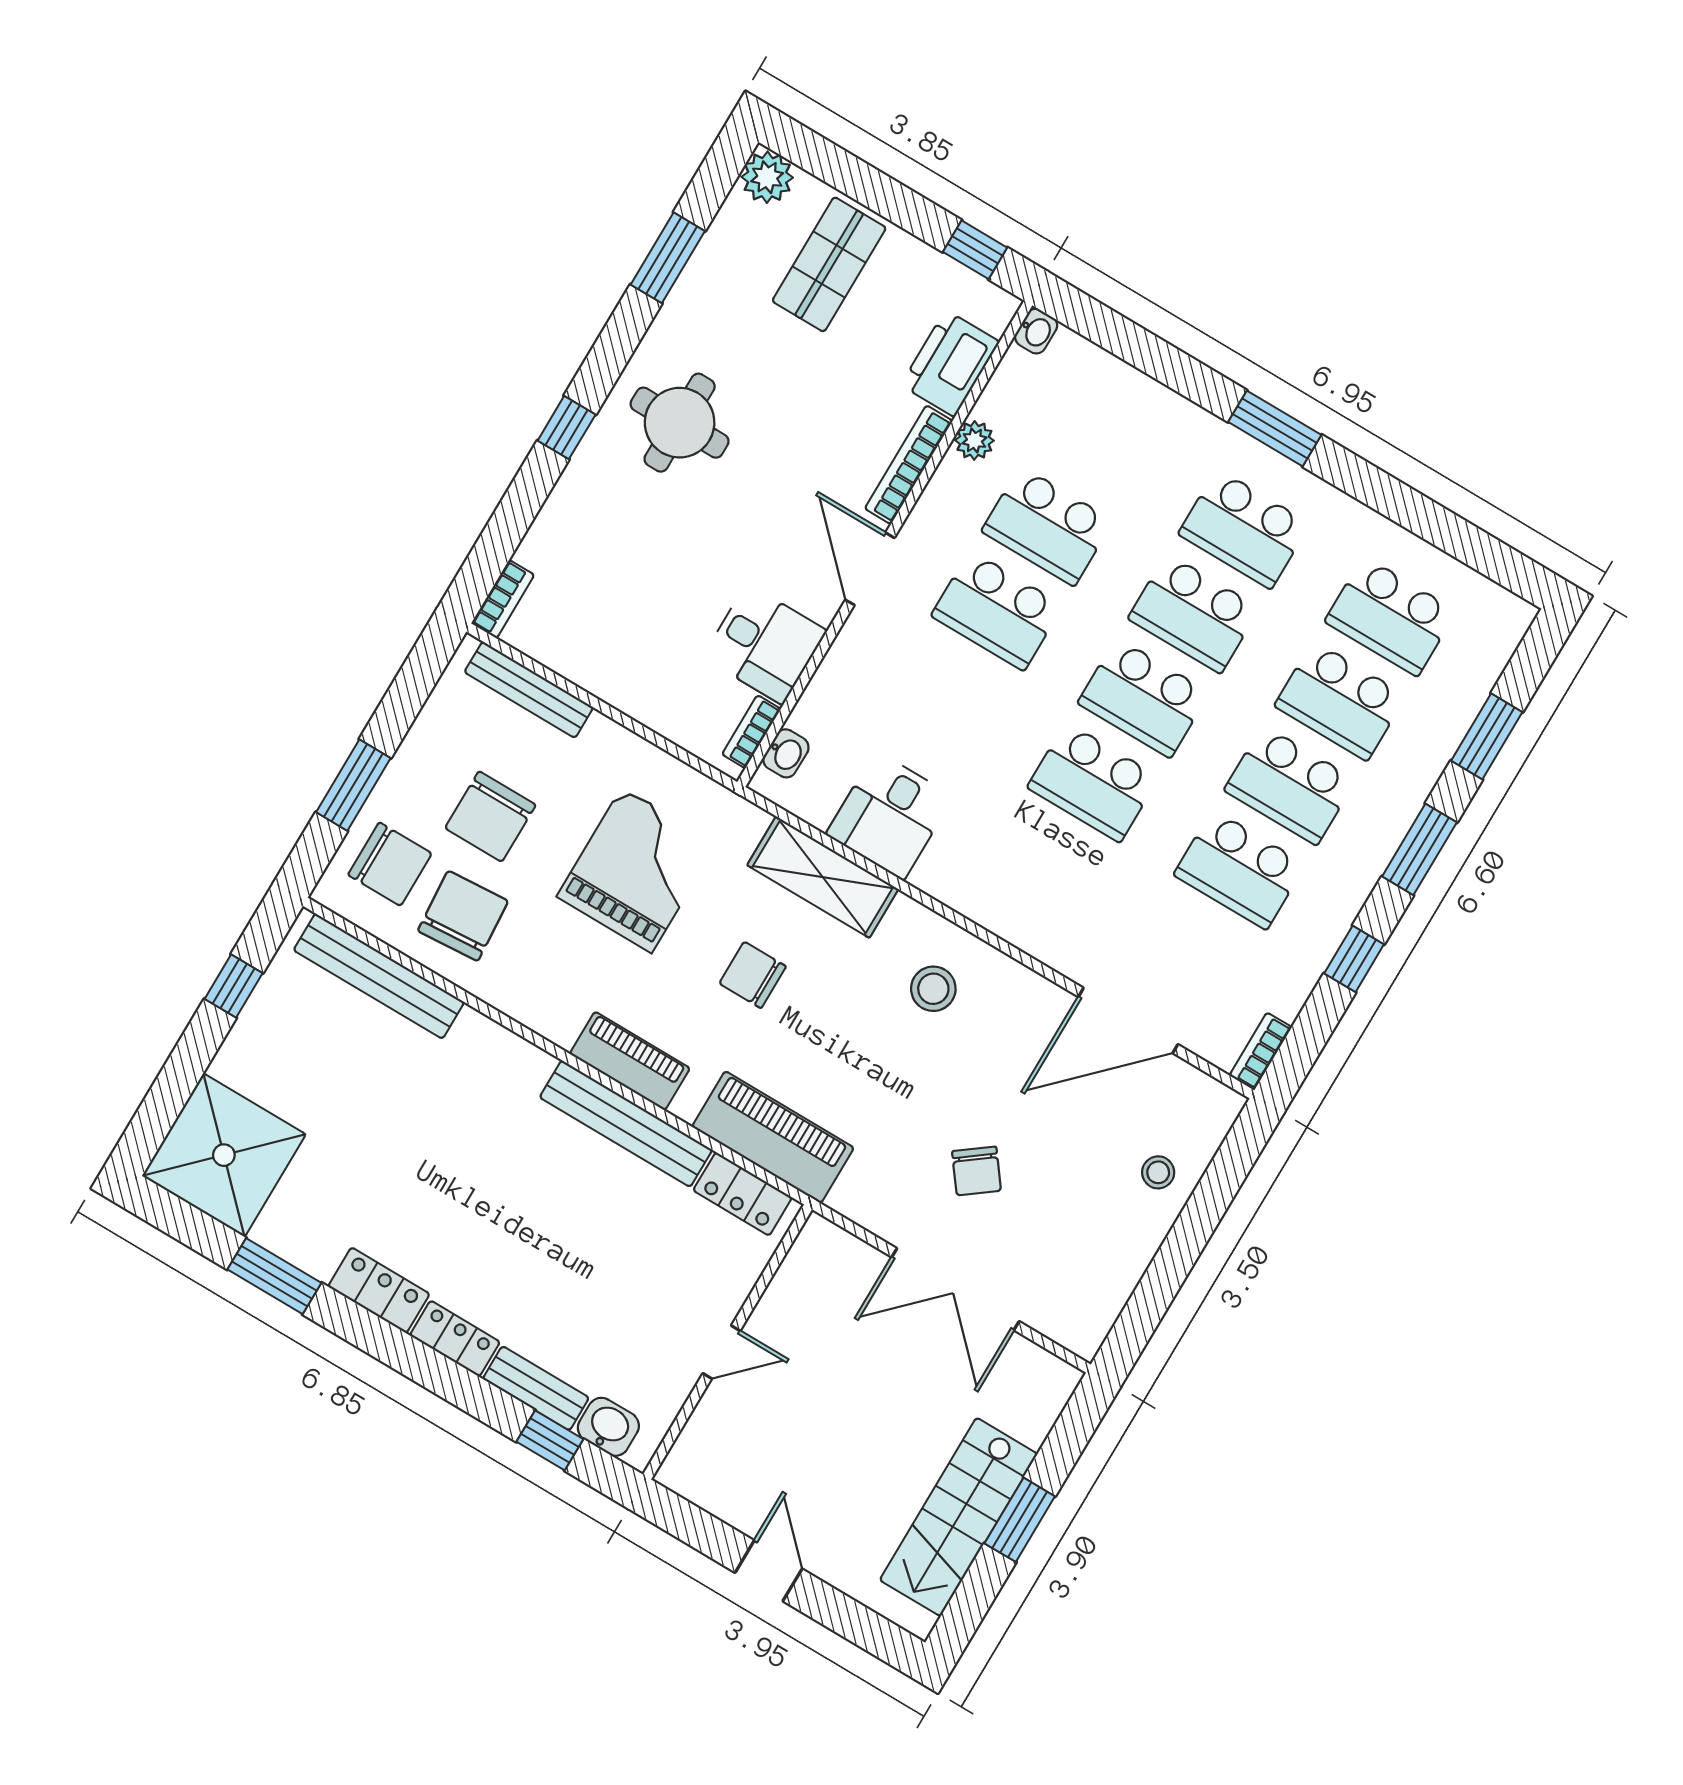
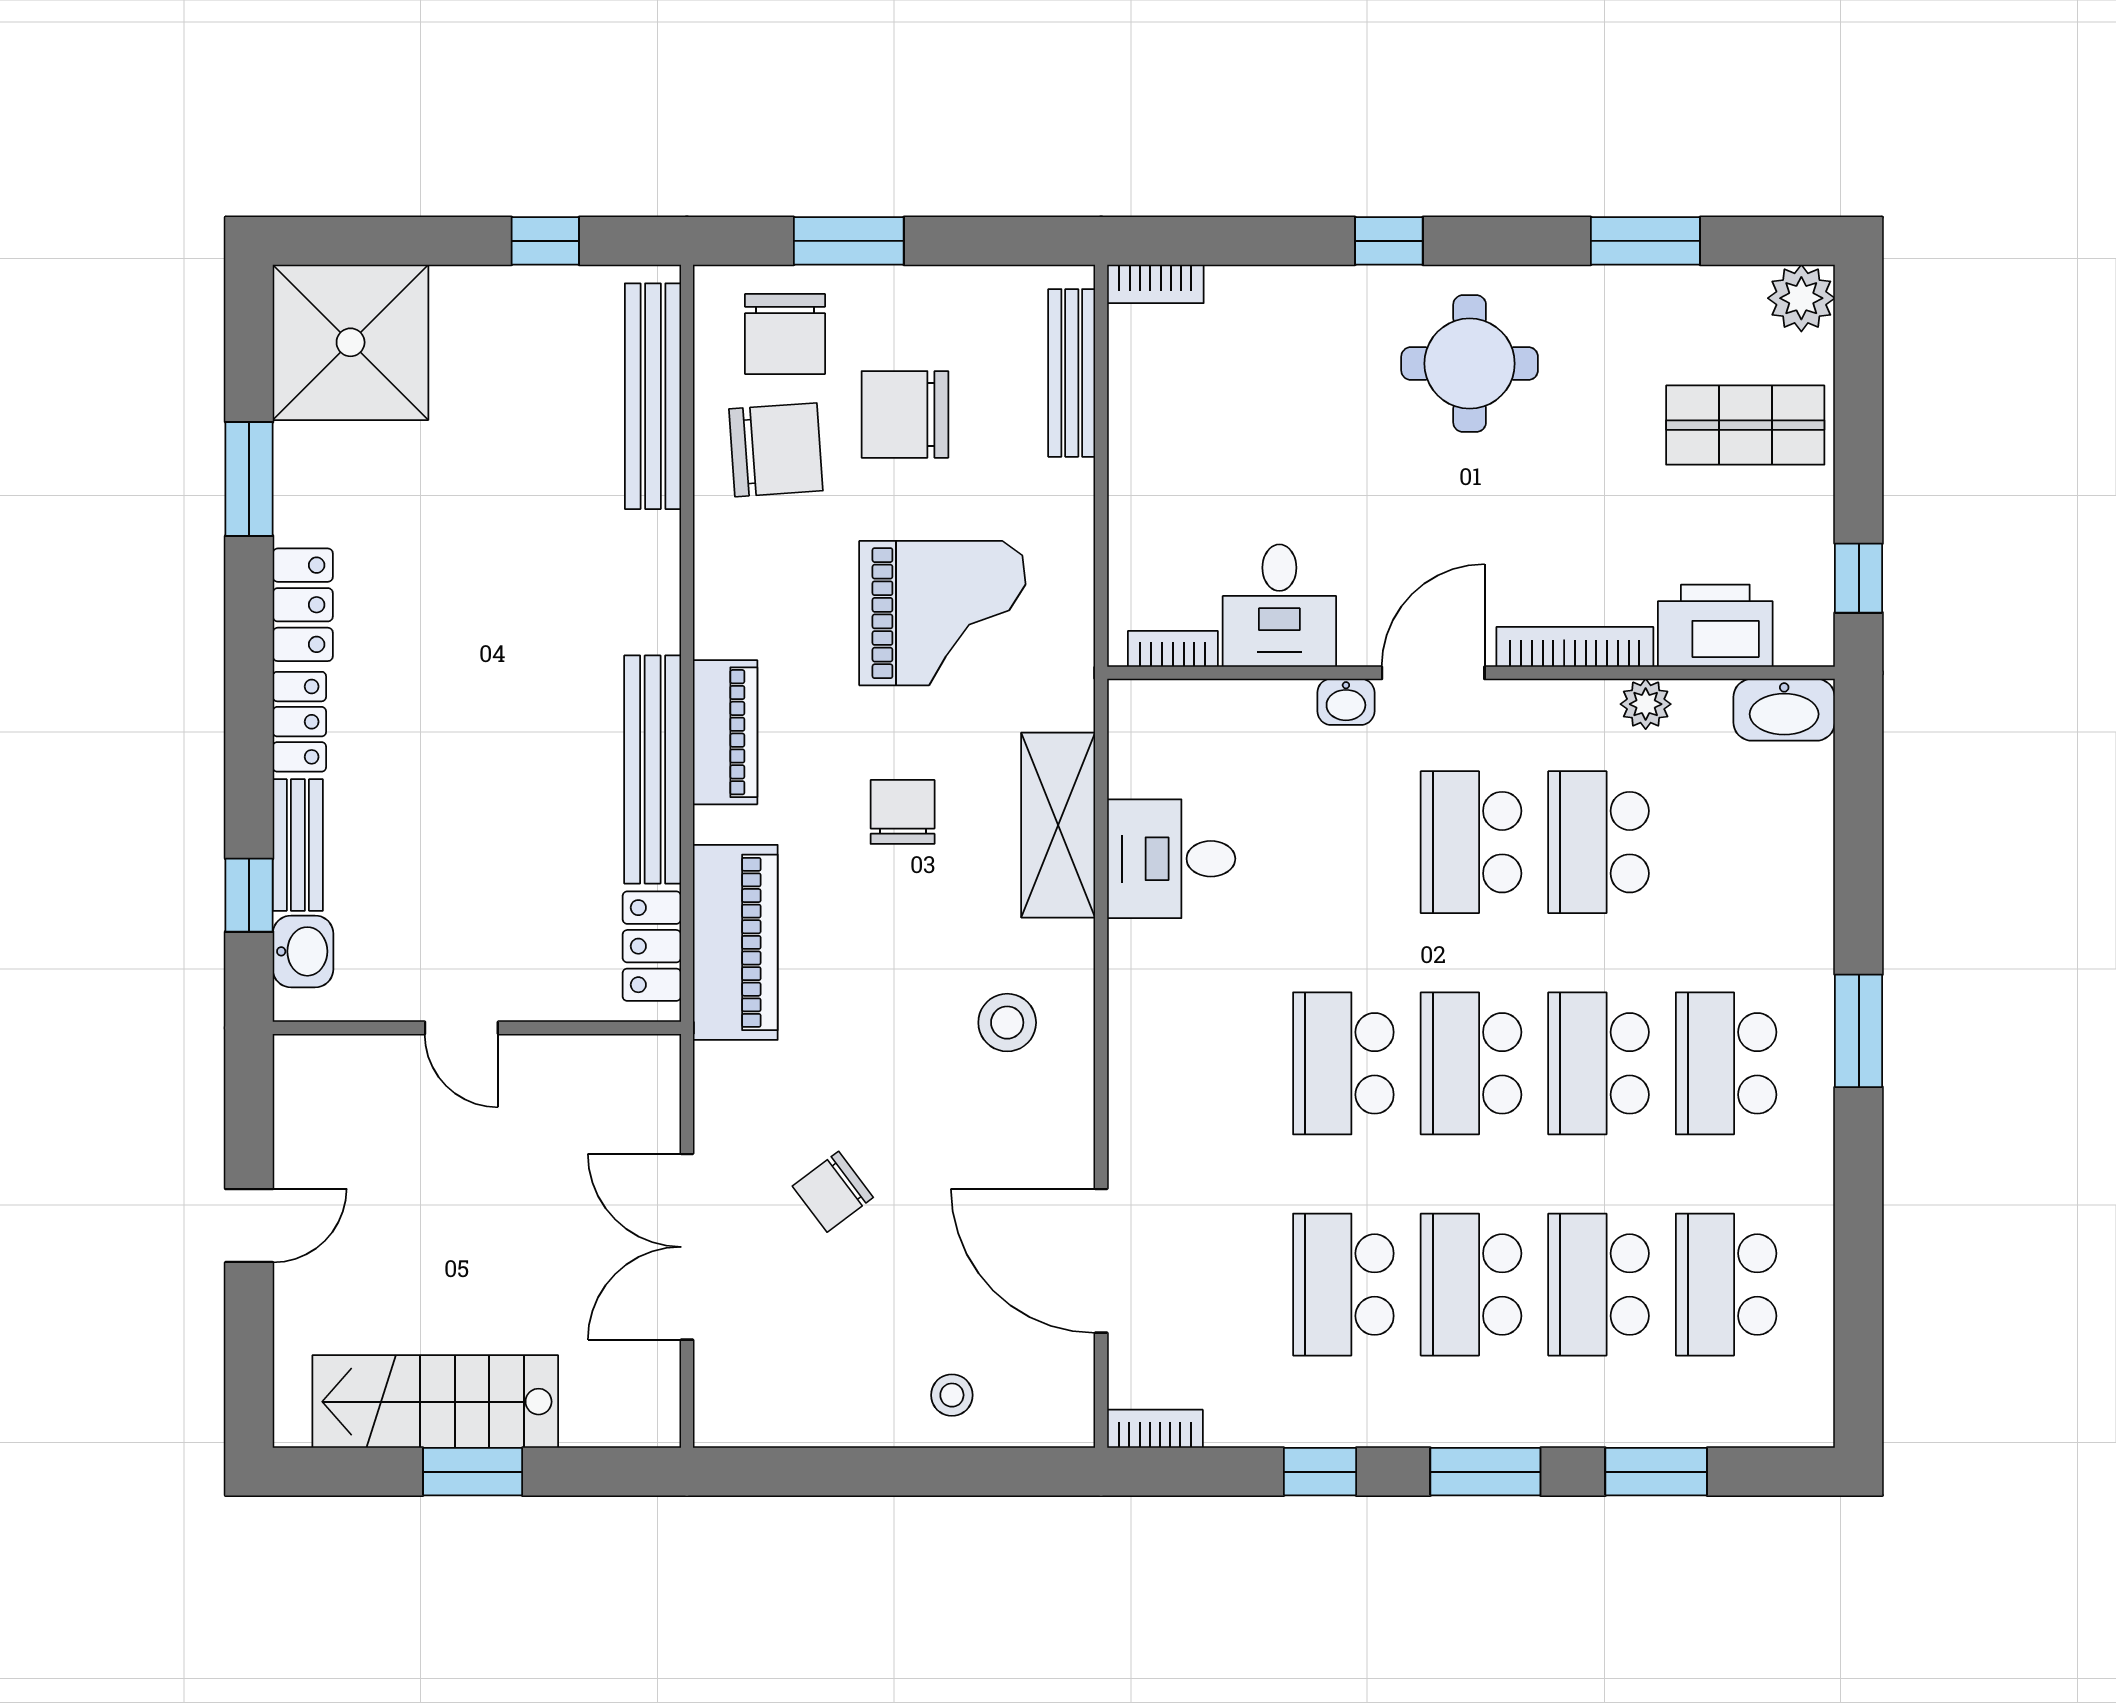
washbasin: (1036, 331) -> (1784, 710), width x1.91, depth x1.45
washbasin: (786, 753) -> (1346, 702), moved

